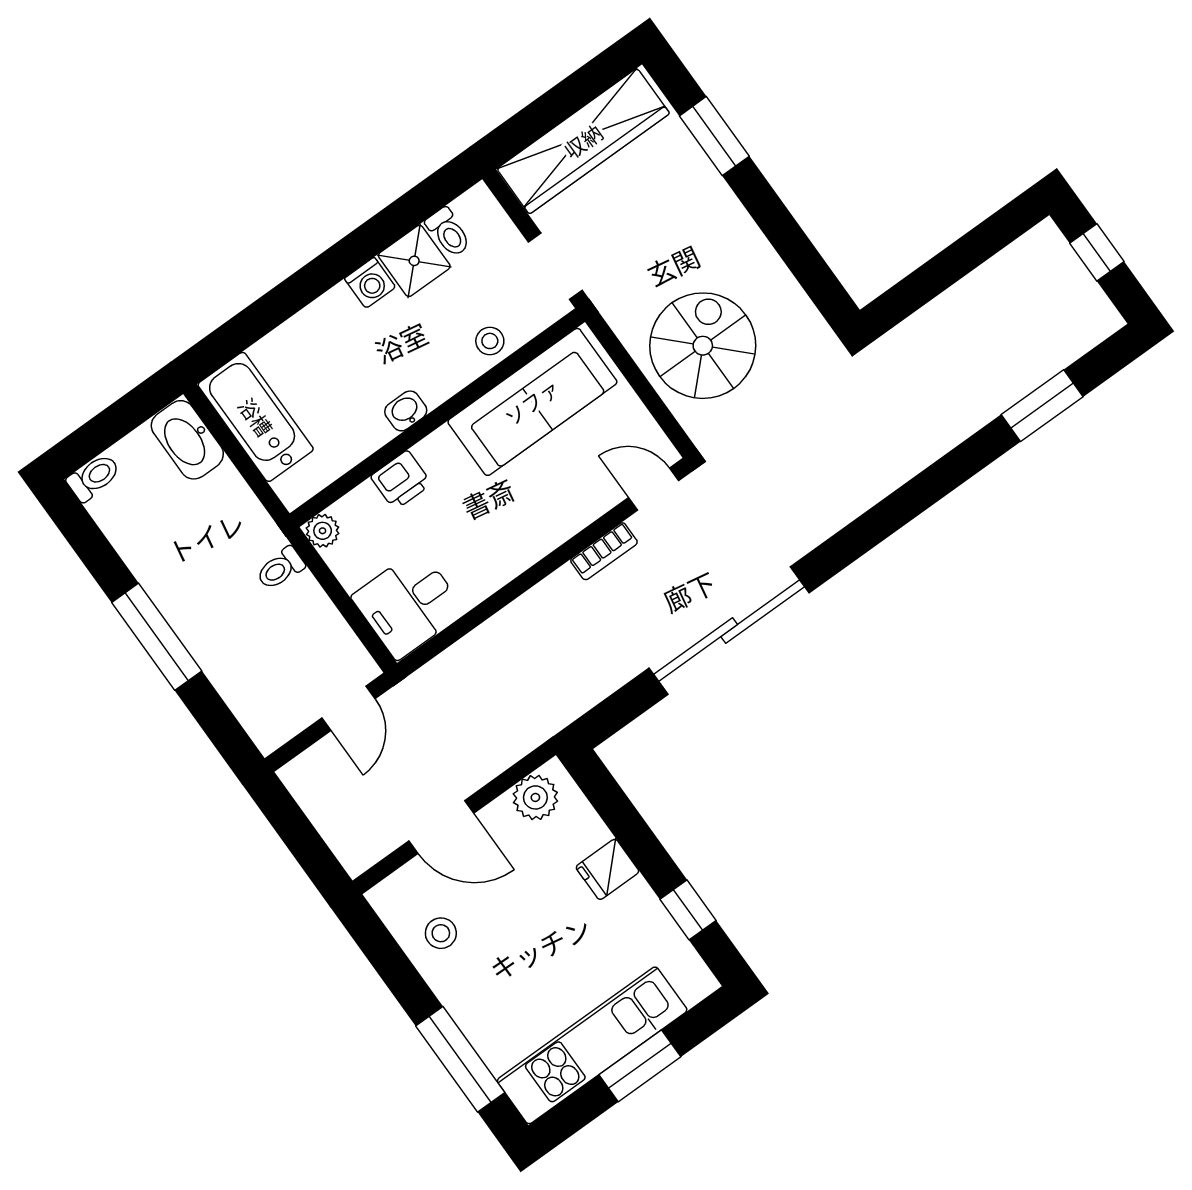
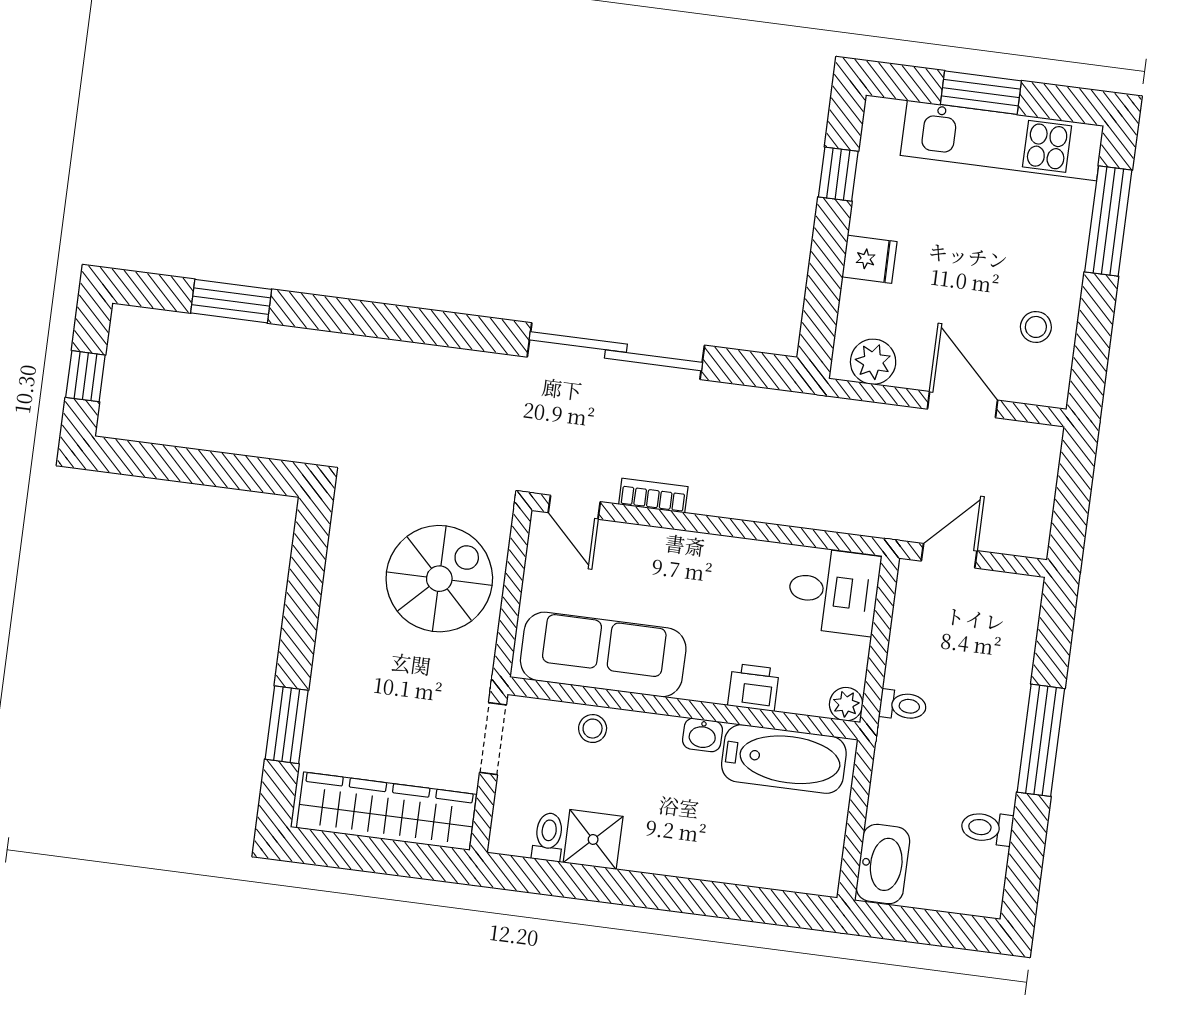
washing machine: (370, 283) -> (641, 854), removed
spiral stairs: (703, 346) -> (439, 579), turned 180
bathtub: (256, 417) -> (784, 759), moved, turned -90
toilet: (94, 477) -> (987, 828), moved

